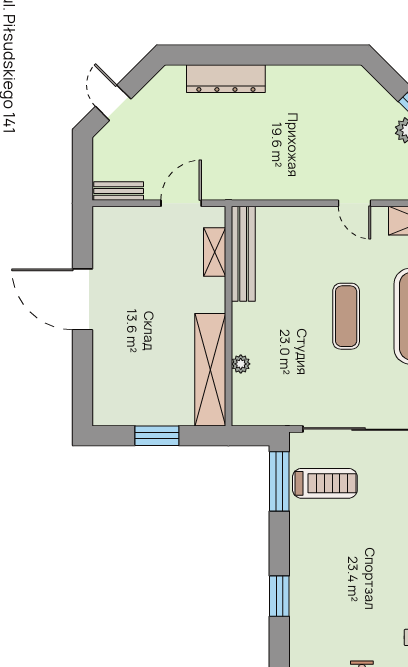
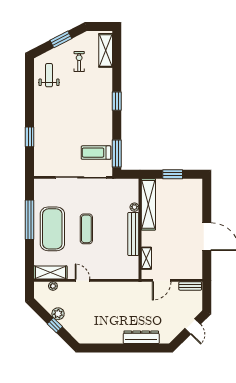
bench: (243, 254) -> (133, 234), moved

